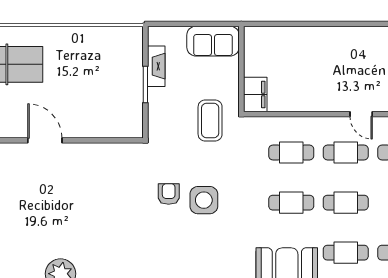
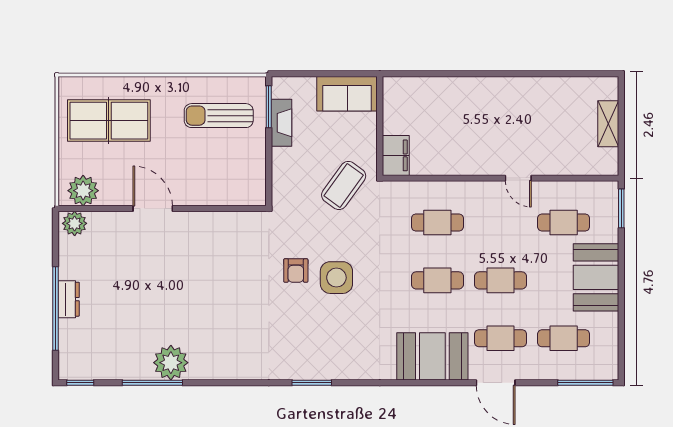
sun lounger: (102, 60) -> (219, 116), added
window: (145, 85) -> (269, 107), moved
coffee table: (210, 120) -> (344, 185), turned 36
cafe table: (346, 153) -> (501, 222), removed
armchair: (169, 194) -> (296, 270), turned 180

